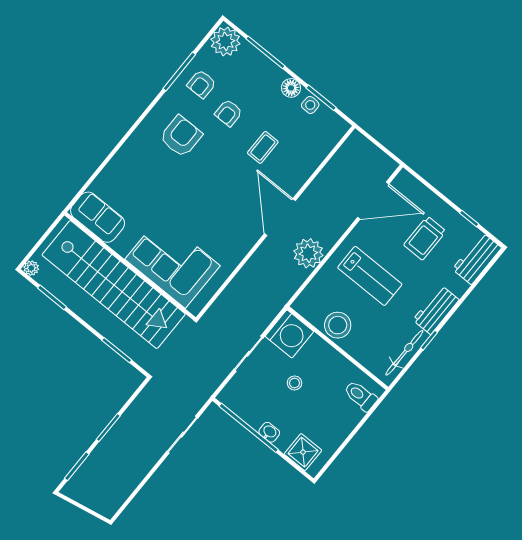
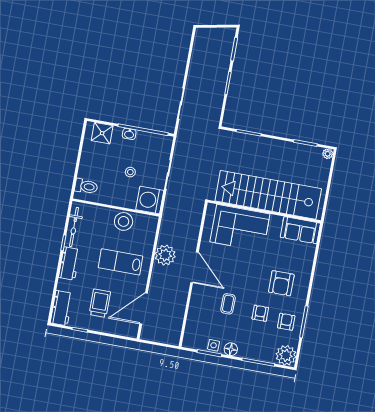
sofa: (98, 217) -> (300, 230), moved
corner sofa: (173, 262) -> (240, 228), moved
wall: (130, 266) -> (264, 211), moved
stairs: (114, 285) -> (268, 195), moved

